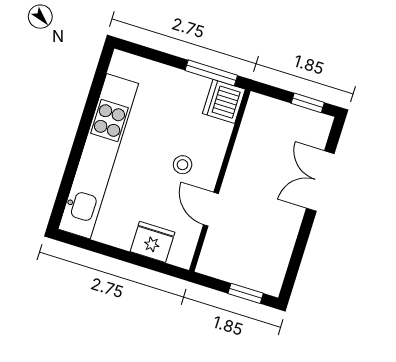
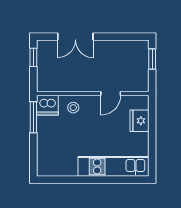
kitchen unit: (98, 156) -> (113, 166), width x0.73
stool: (183, 165) -> (73, 108), moved

